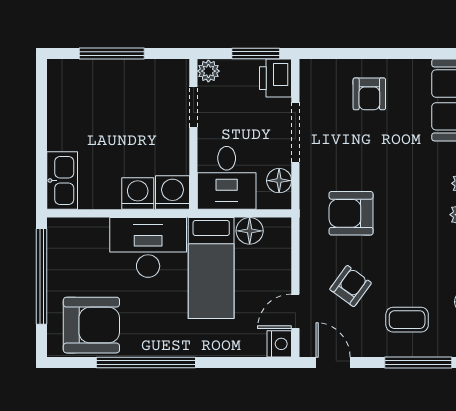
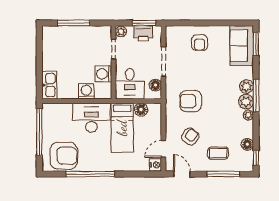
printer: (276, 78) -> (143, 33), moved, turned -90
washing machine: (173, 192) -> (103, 74), moved, turned -90

